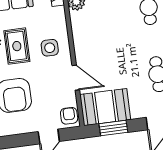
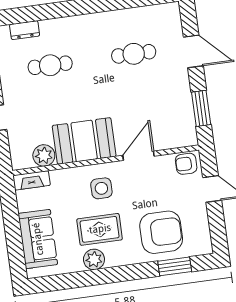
booth: (105, 107) -> (84, 141), moved, turned 90

